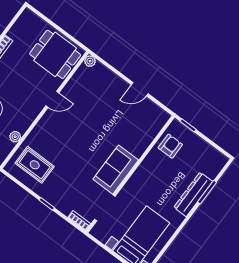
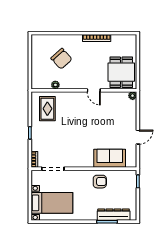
door: (140, 89) -> (138, 137), swing flipped
armchair: (170, 146) -> (100, 182), moved
sofa: (116, 170) -> (110, 158), moved
dresser: (193, 194) -> (114, 215), moved

